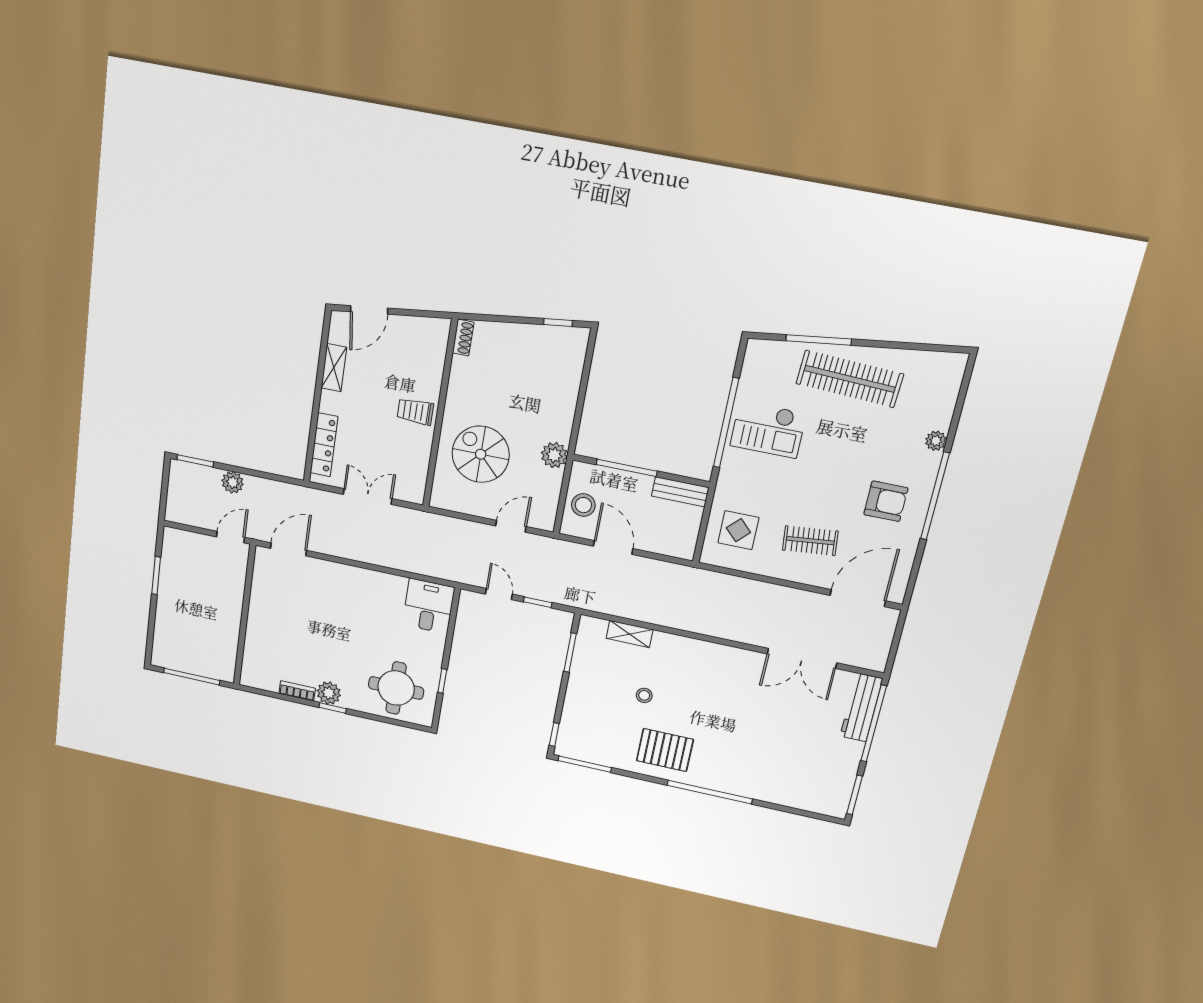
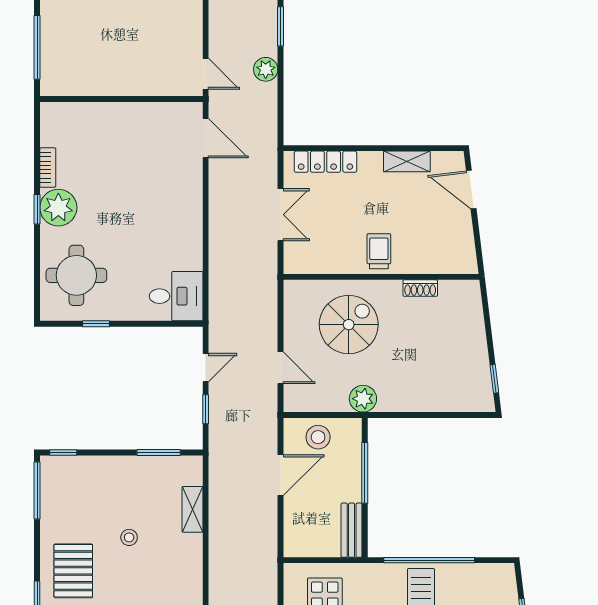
shoe rack: (463, 338) -> (420, 288), moved
plant: (329, 693) -> (58, 208), width x1.36, depth x1.36

